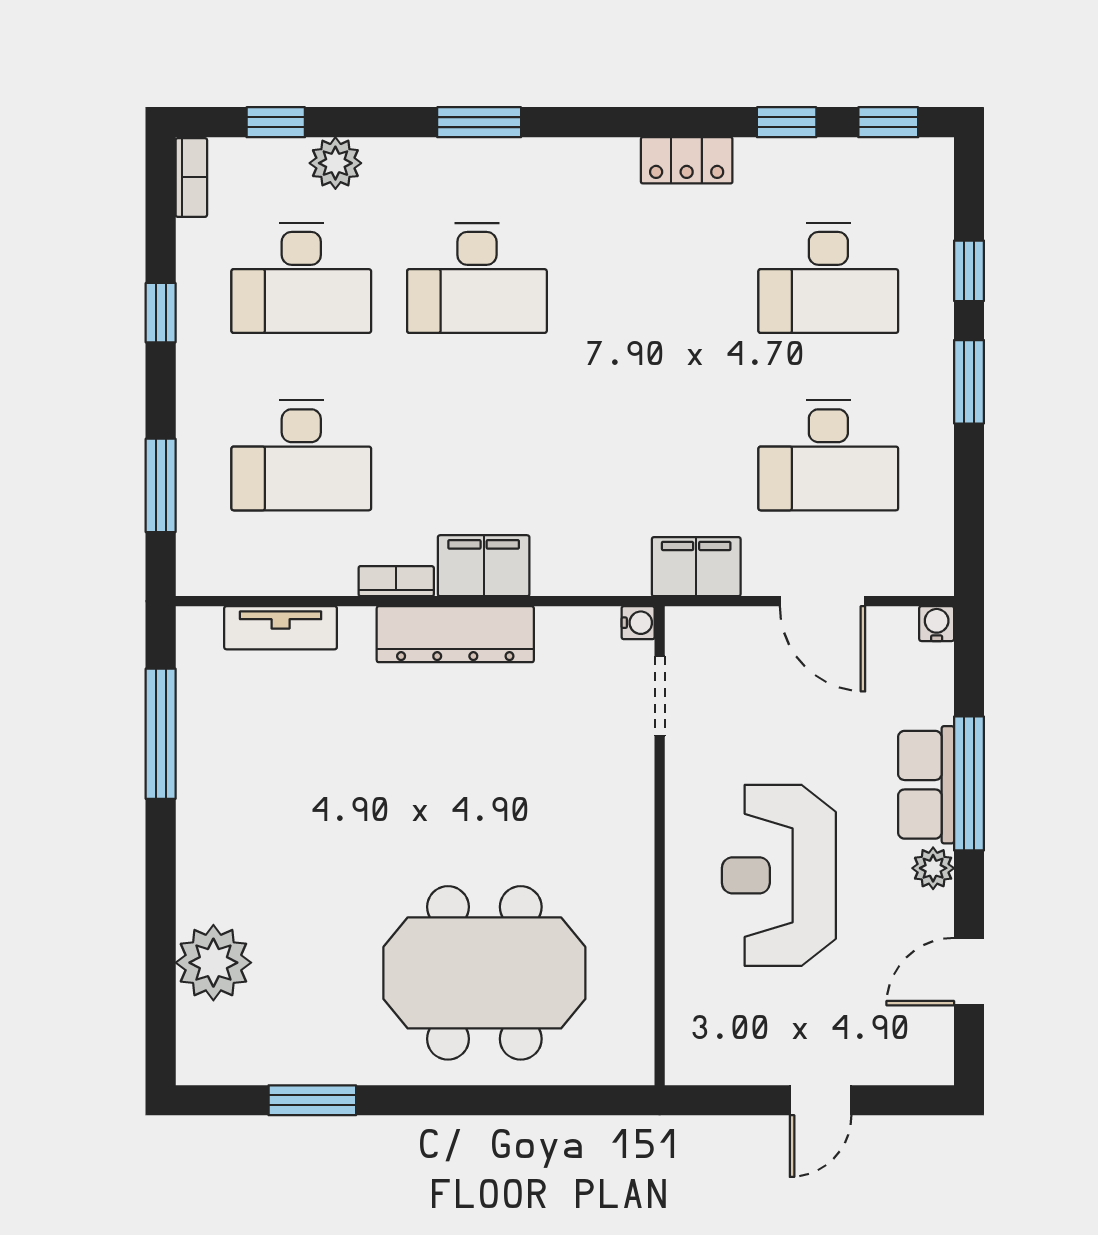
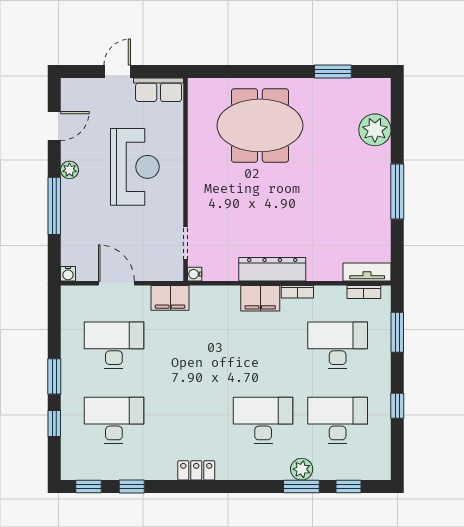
window: (479, 122) -> (301, 487), moved
locker: (687, 160) -> (196, 470), moved
plant: (335, 163) -> (302, 469), moved
bookcase: (191, 177) -> (364, 292), moved, turned -90
tv unit: (281, 628) -> (367, 272), moved
window: (161, 734) -> (397, 192), moved
row of seats: (926, 785) -> (159, 90), moved, turned 90

